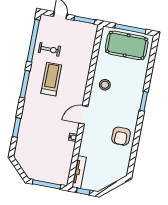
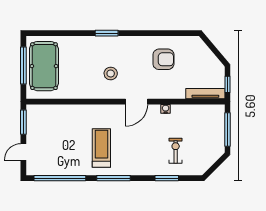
exercise bike: (49, 49) -> (176, 151), moved
treadmill: (51, 79) -> (101, 148), turned 90
stool: (105, 85) -> (111, 73), moved
door: (83, 115) -> (136, 102), hinge flipped
armchair: (121, 136) -> (163, 59), moved

